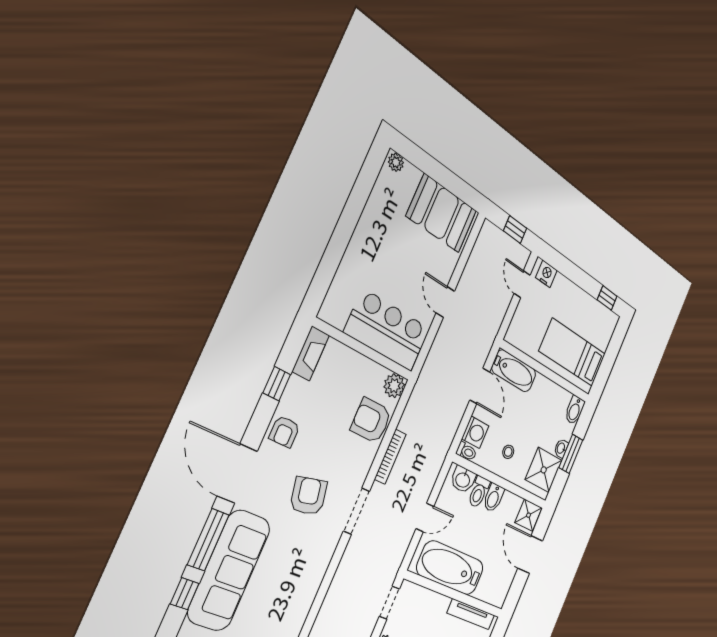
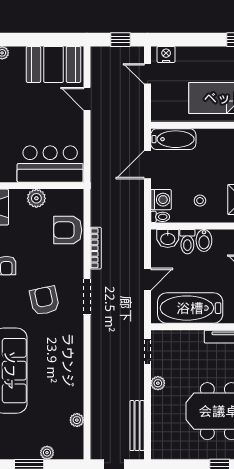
door: (445, 302) -> (87, 99), moved
plant: (394, 386) -> (36, 198), moved
door: (480, 386) -> (147, 165), swing flipped

